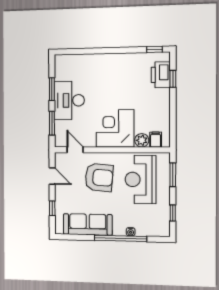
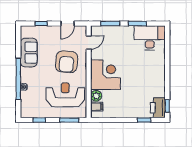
printer: (161, 75) -> (158, 108), moved, turned -90
desk: (69, 100) -> (150, 38), moved
sofa: (88, 224) -> (29, 53), width x0.73

